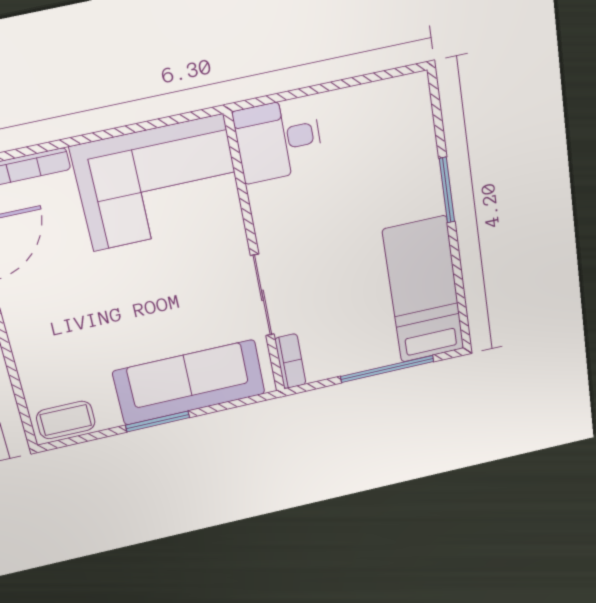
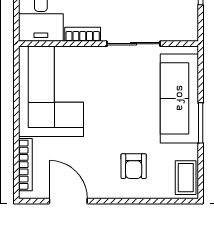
armchair: (64, 340) -> (134, 166), added
bookcase: (290, 361) -> (83, 34), moved

